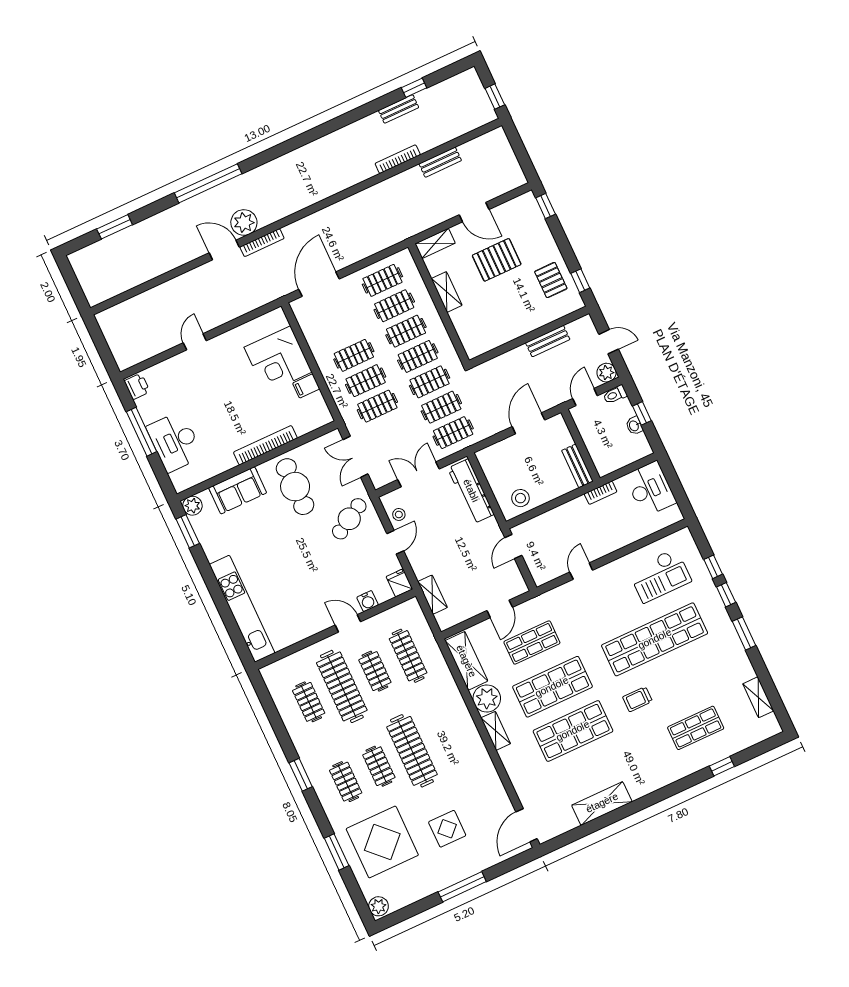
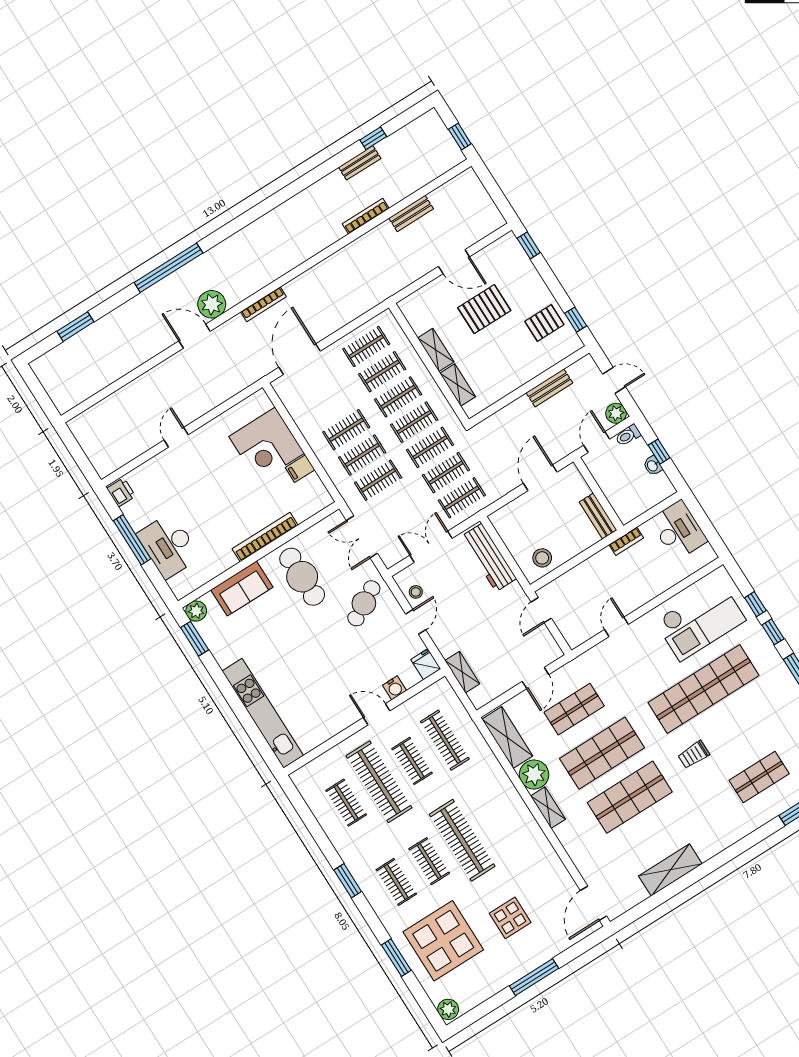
bookcase: (262, 243) -> (263, 304), moved
shelving: (435, 243) -> (458, 385), moved, turned 90
pallet: (551, 280) -> (544, 323), turned 90
checkout: (660, 576) -> (700, 621), width x1.36, depth x1.21

